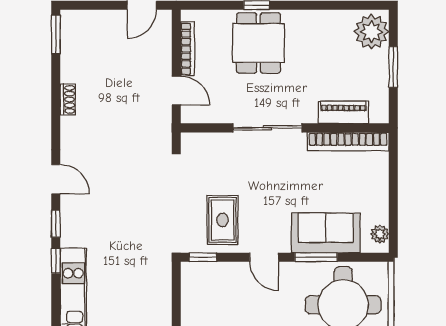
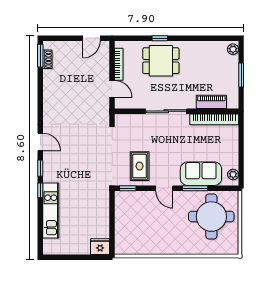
plant: (371, 32) -> (233, 49), width x0.53, depth x0.53
dining table: (258, 43) -> (161, 61), turned 90
shoe rack: (68, 99) -> (47, 59), moved

